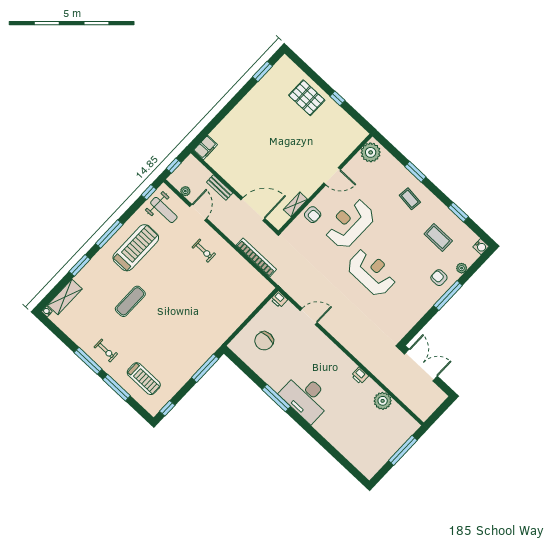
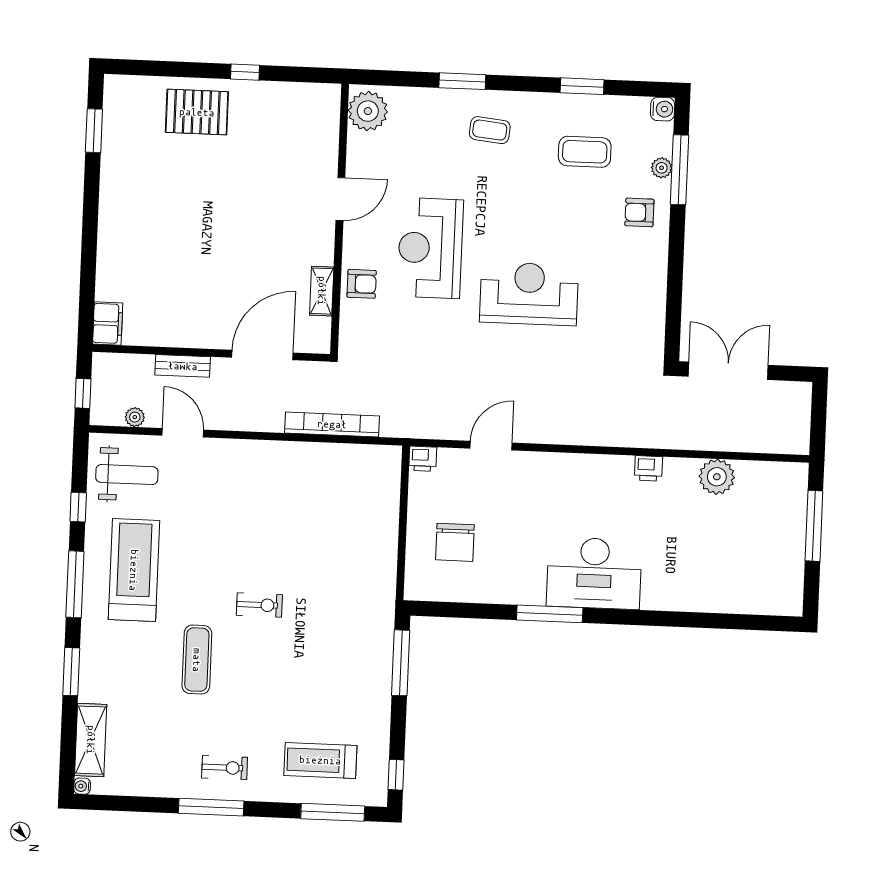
window: (149, 192) -> (78, 507), moved
exercise bike: (204, 251) -> (259, 605), moved
window: (448, 295) -> (680, 170), moved
treadmill: (144, 379) -> (320, 760), turned 180
window: (117, 388) -> (333, 812), moved

